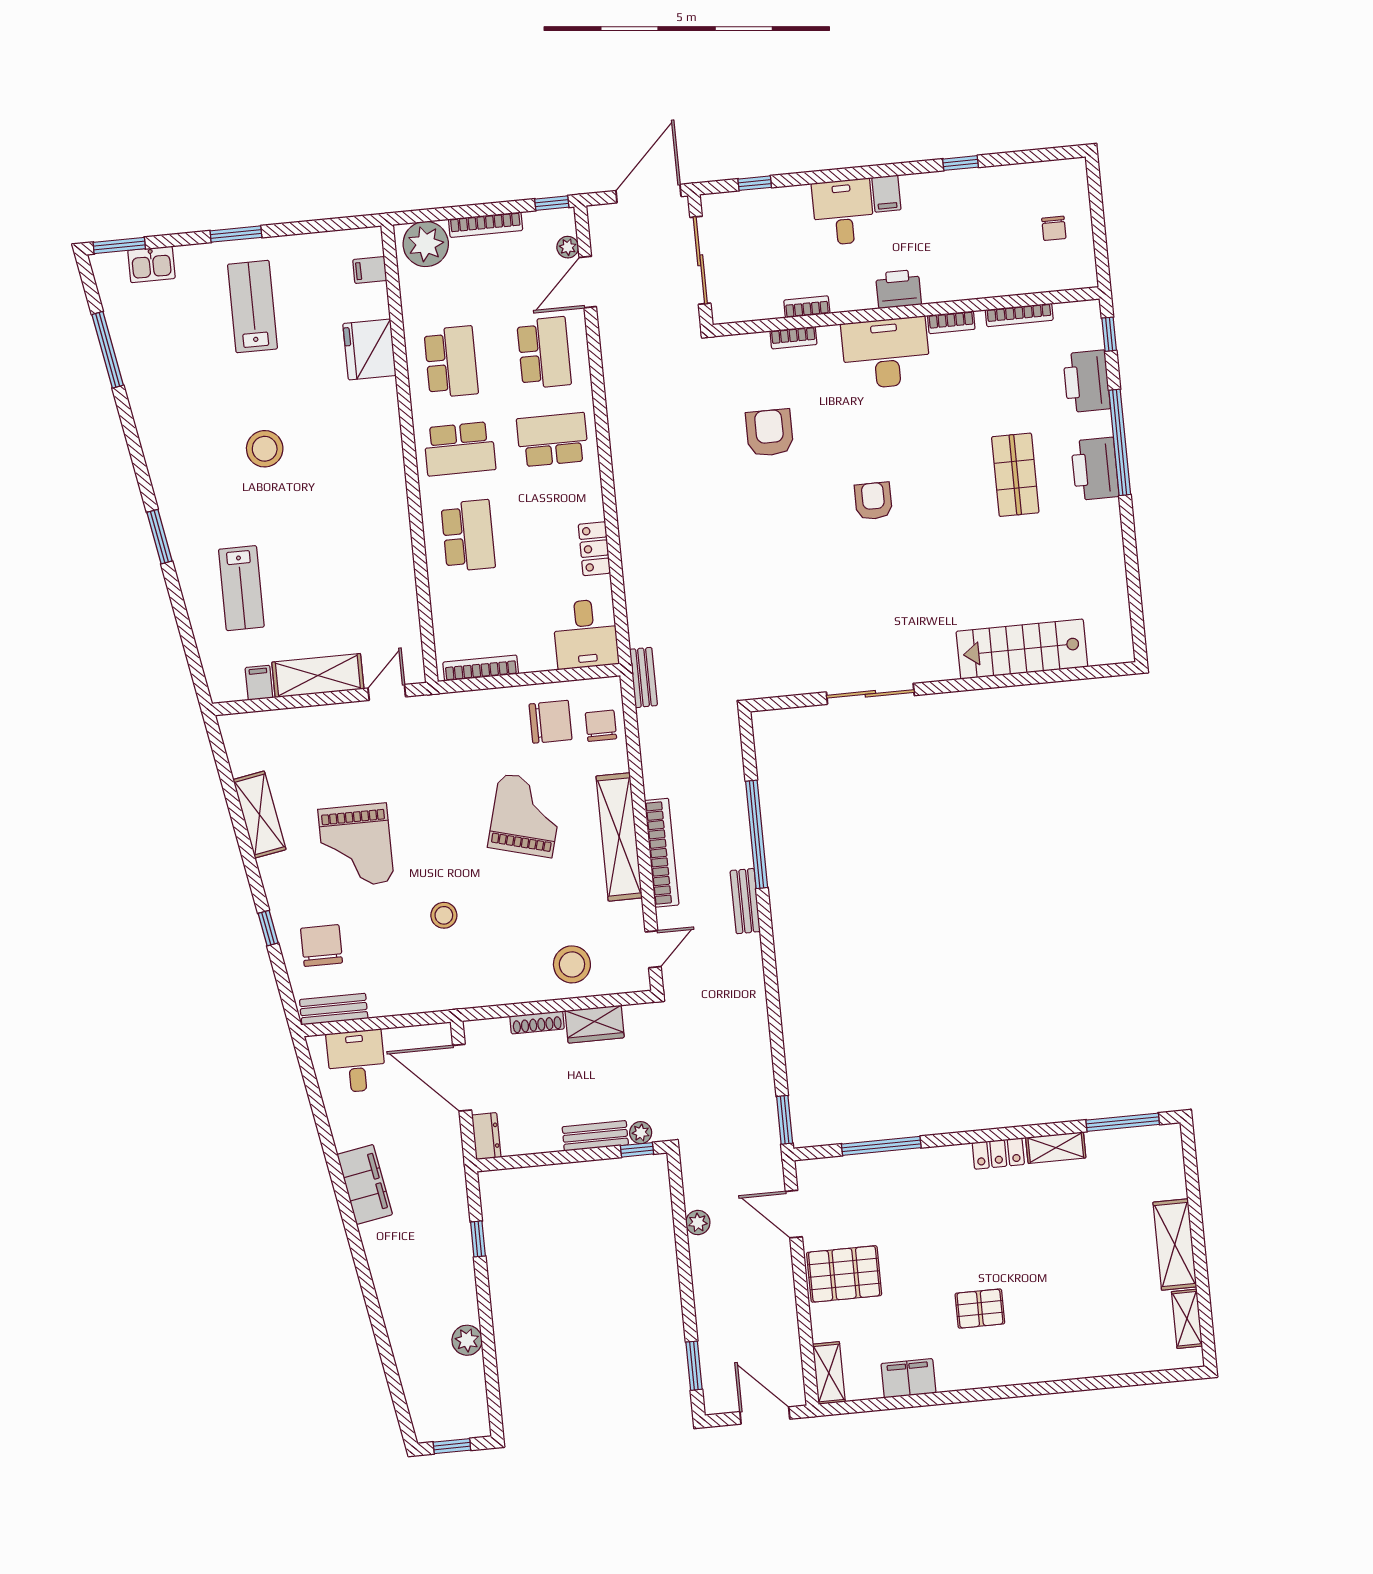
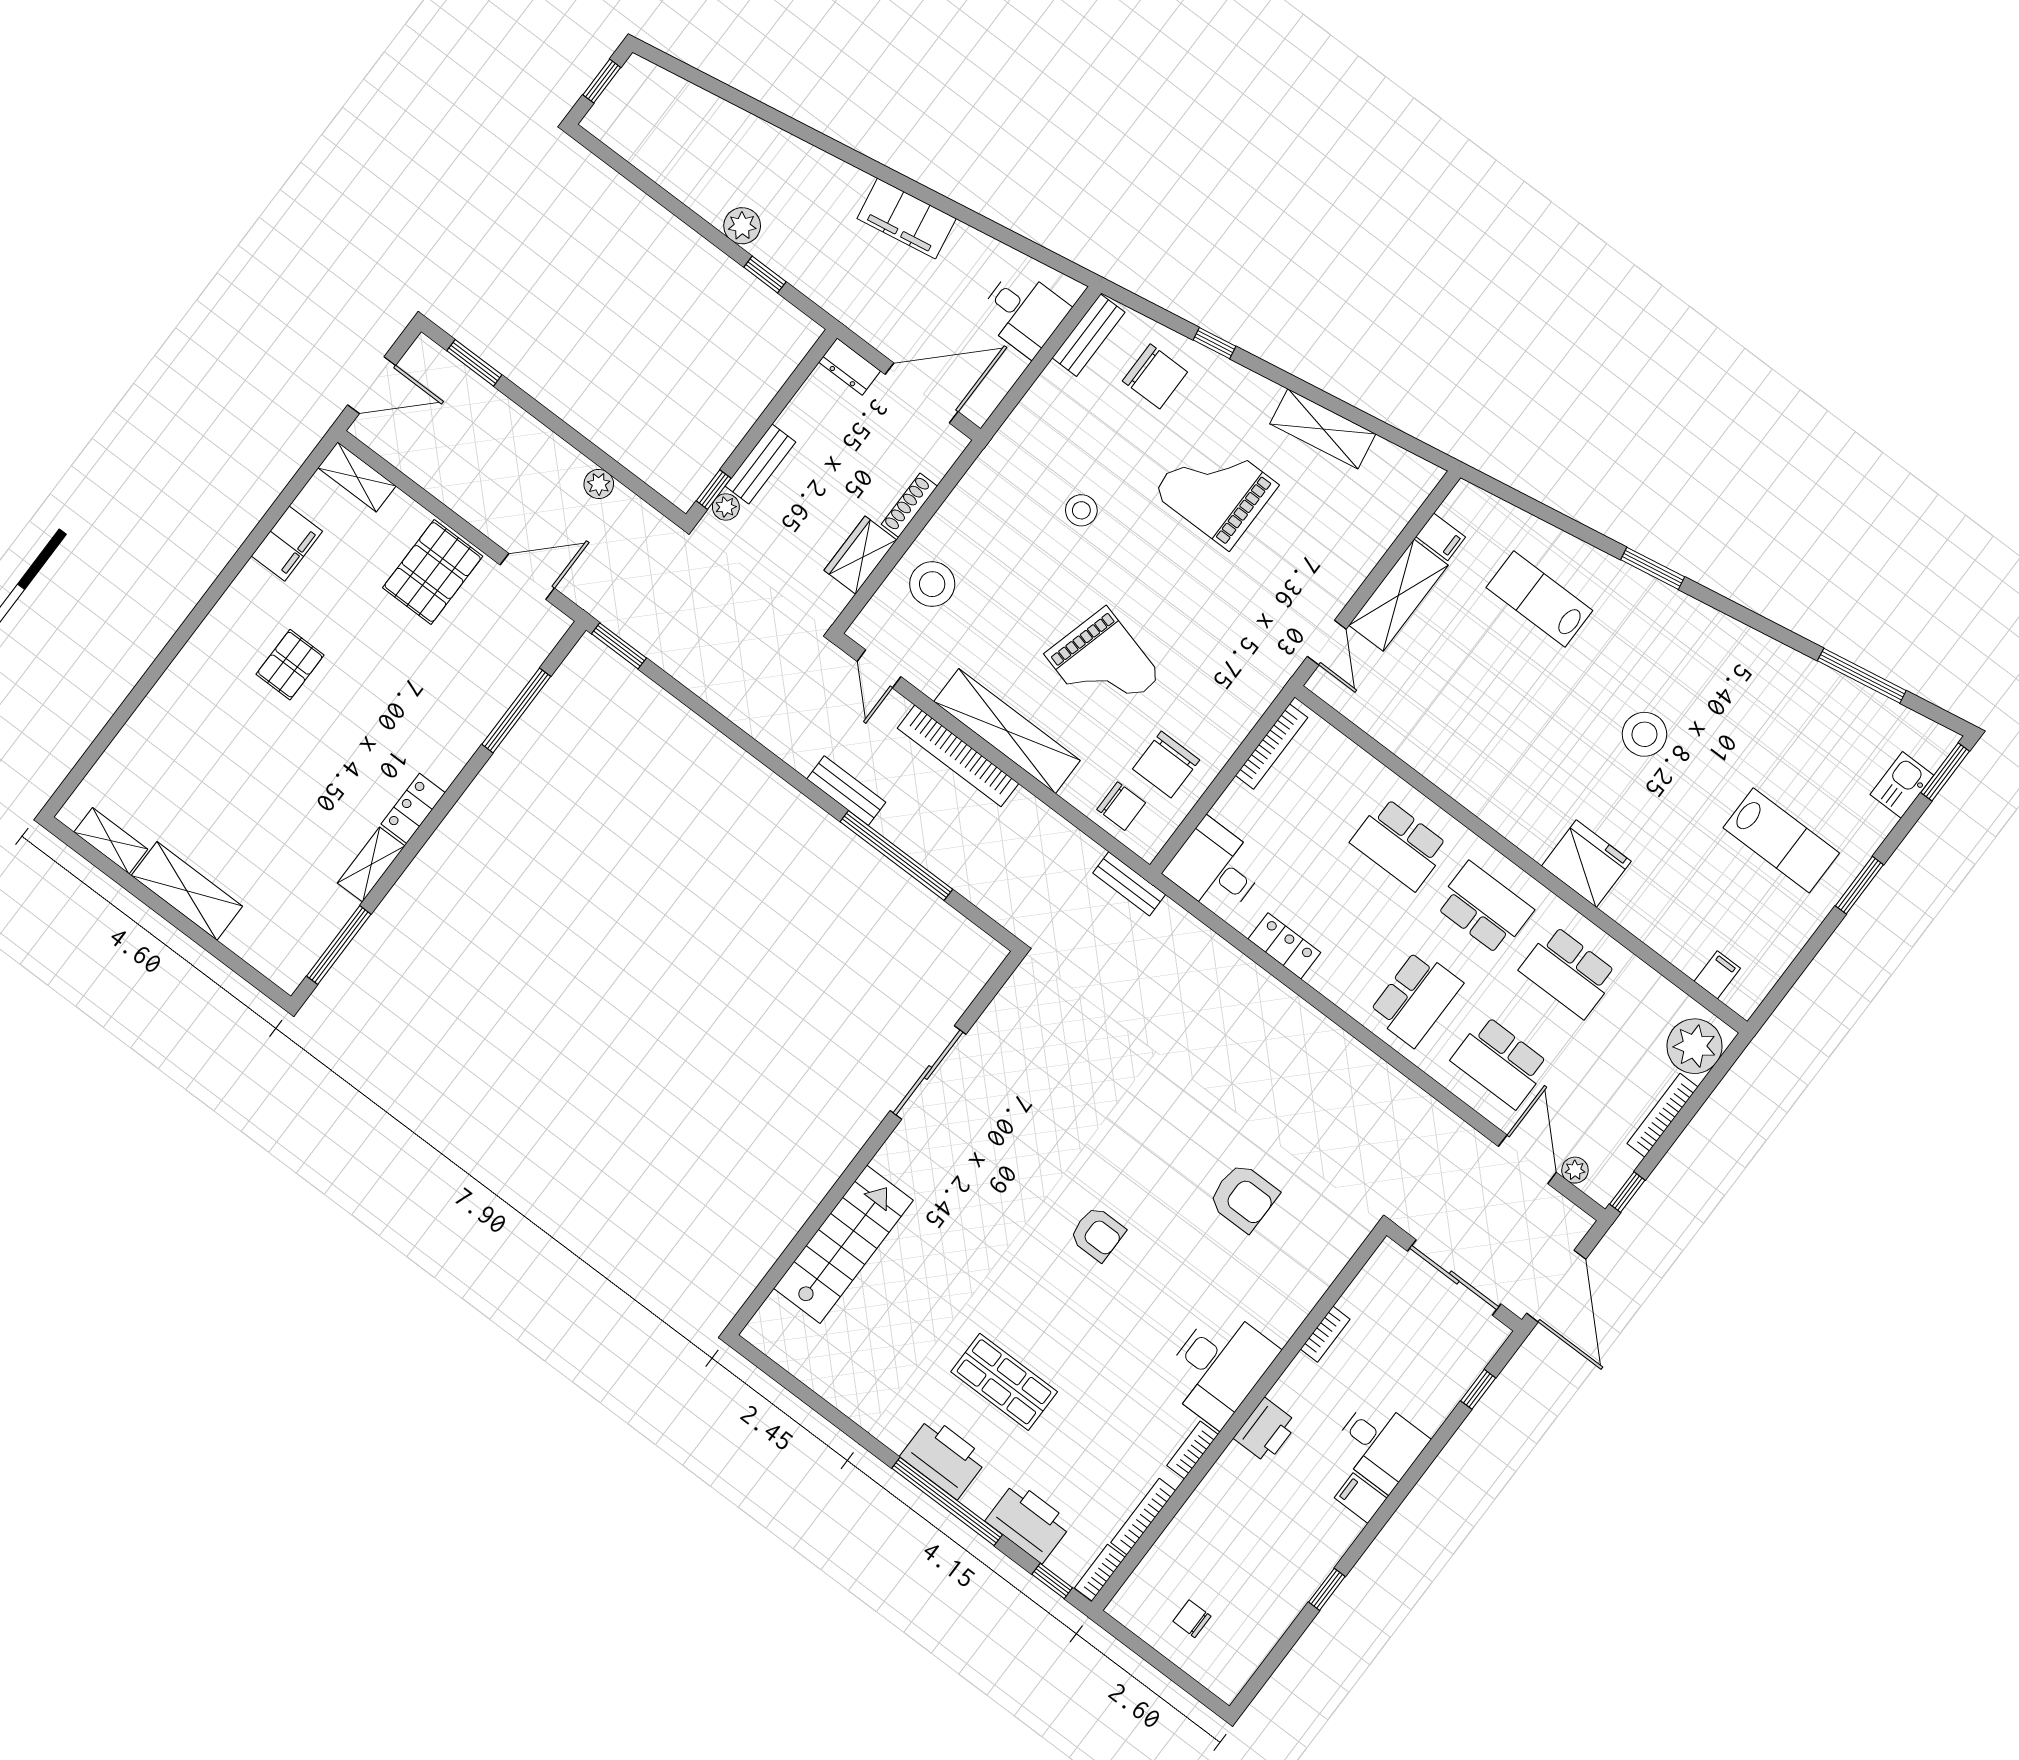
bookcase: (793, 338) -> (1100, 1573), moved
fridge: (369, 349) -> (1586, 864), moved
school desk: (460, 449) -> (1484, 908), turned 90
plant: (467, 1340) -> (742, 226), moved

